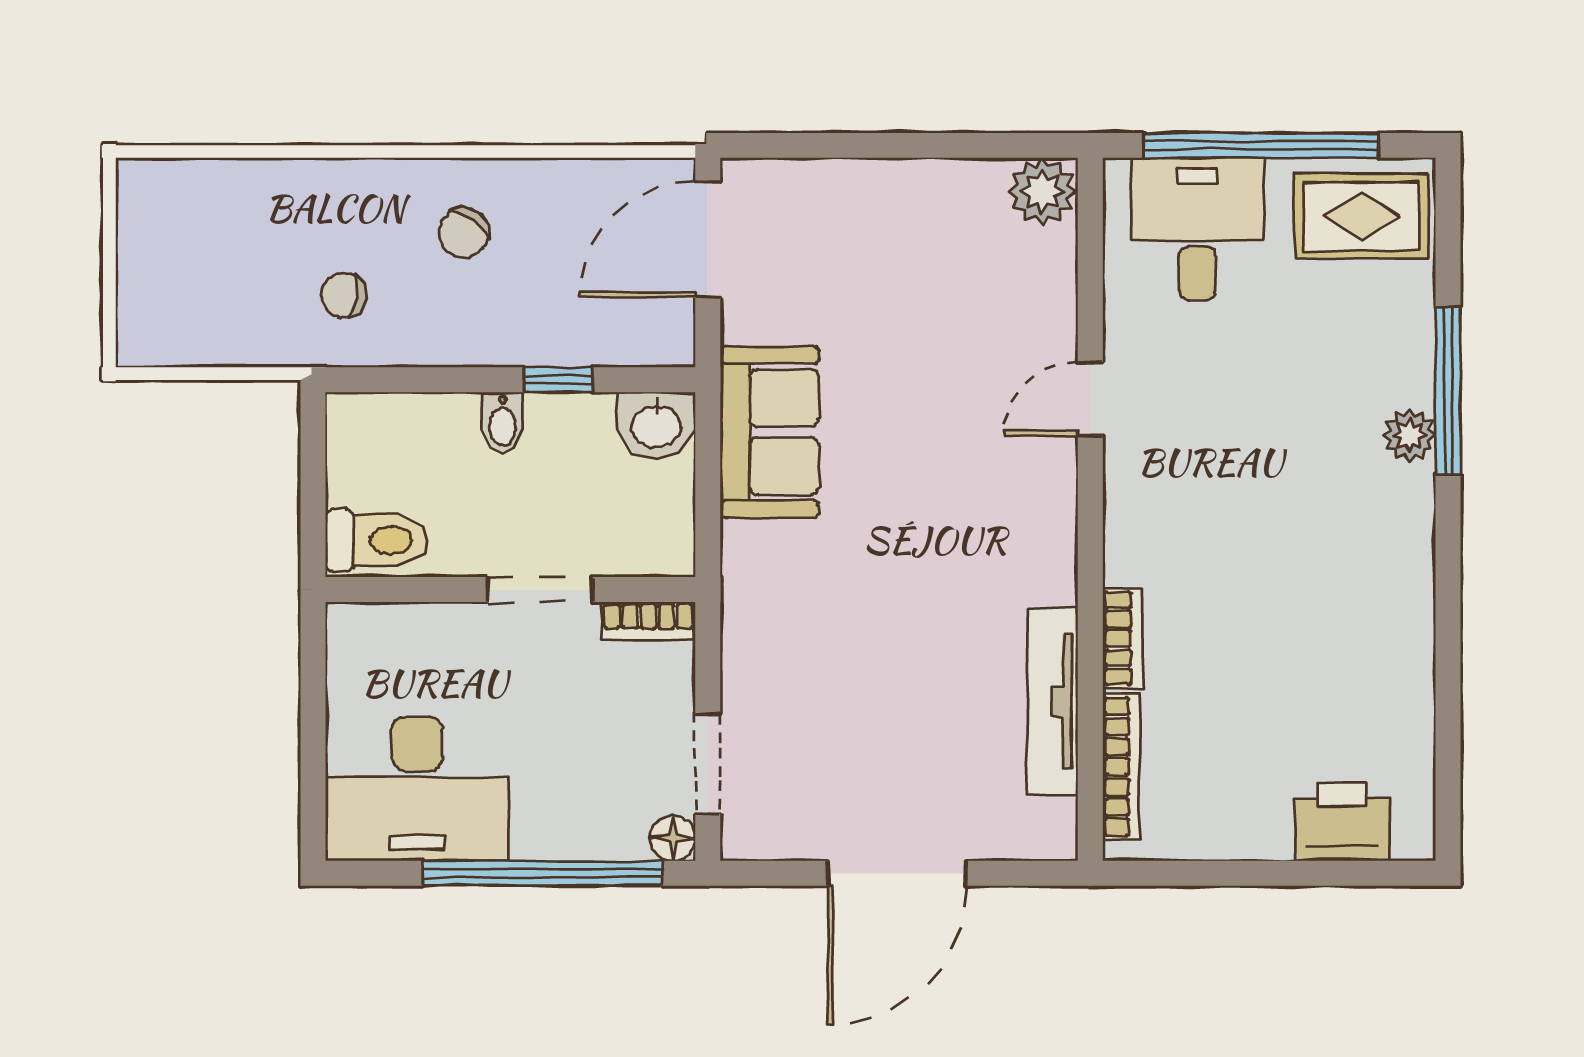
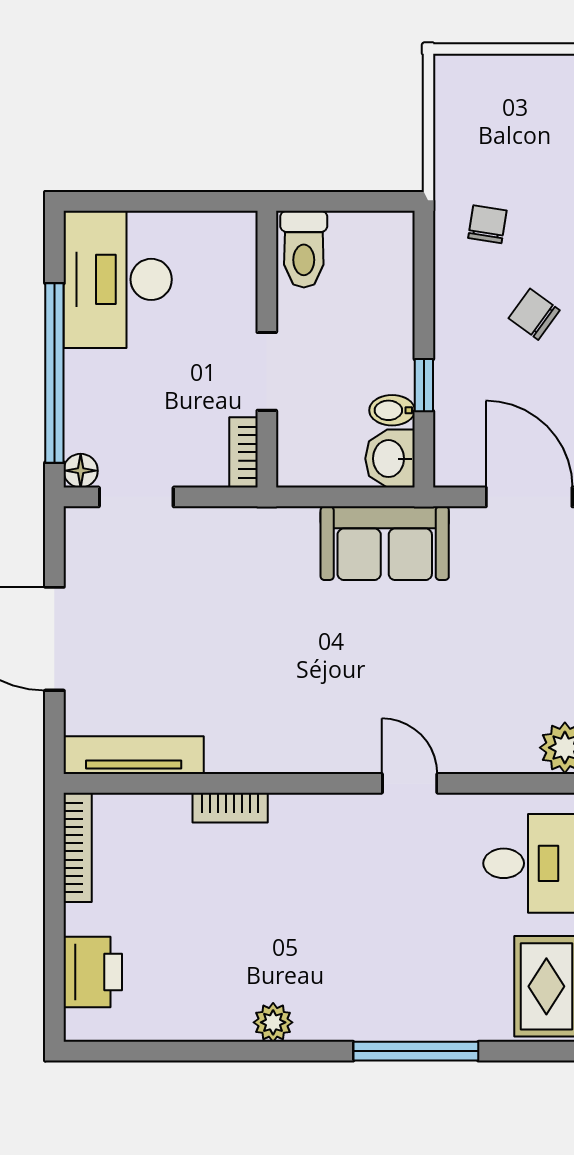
bidet: (503, 422) -> (392, 410), moved
plant: (1410, 435) -> (273, 1022), moved
tv unit: (1053, 702) -> (134, 755), moved
bookcase: (1121, 767) -> (78, 847), moved, turned -90

